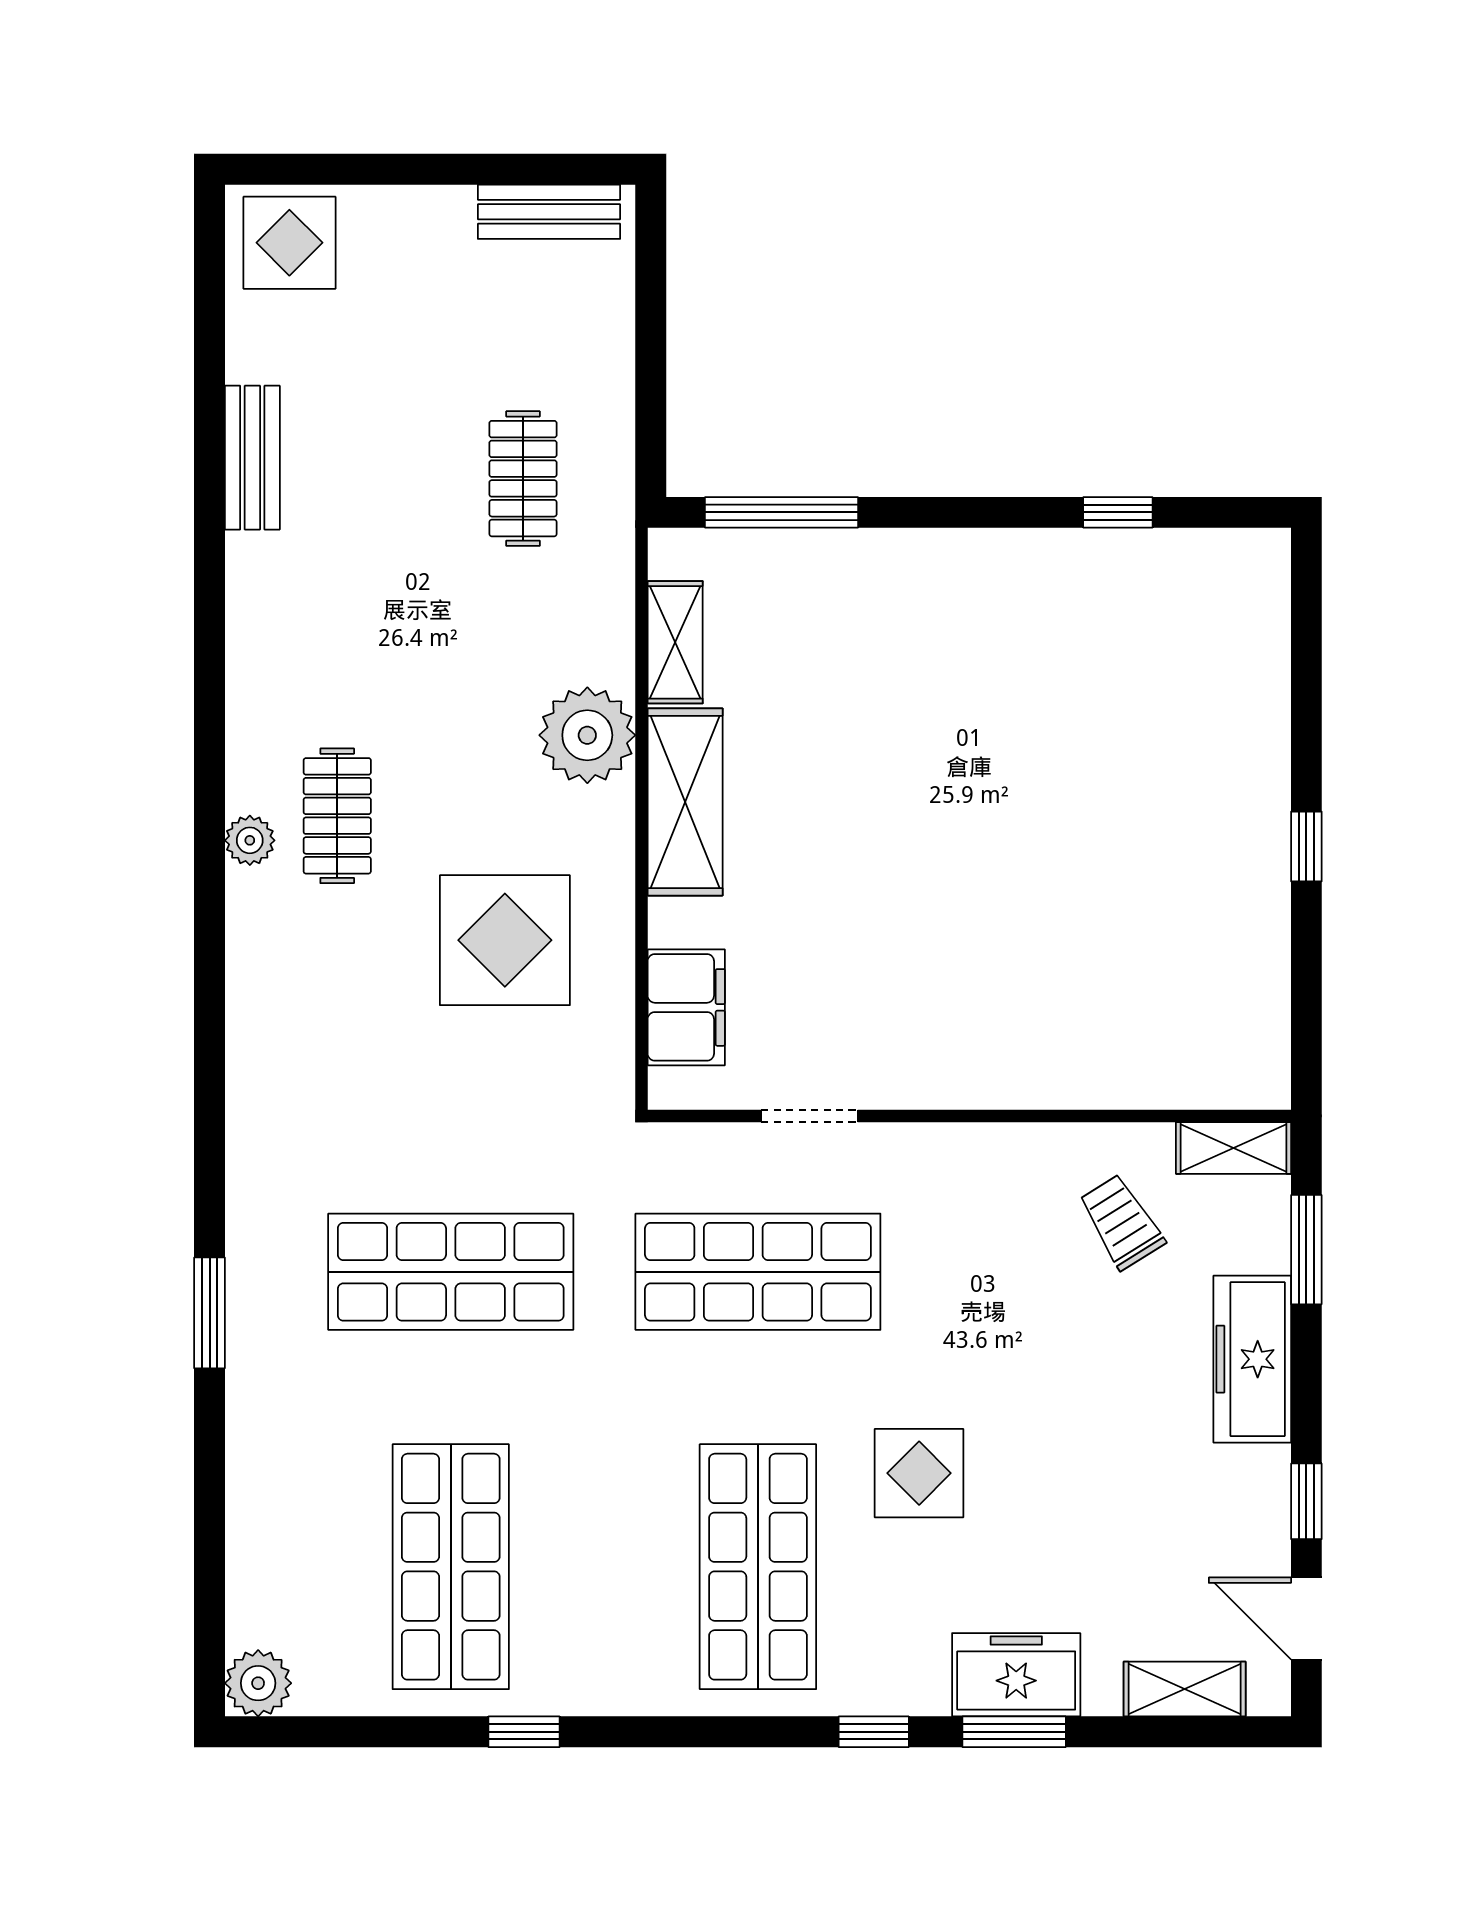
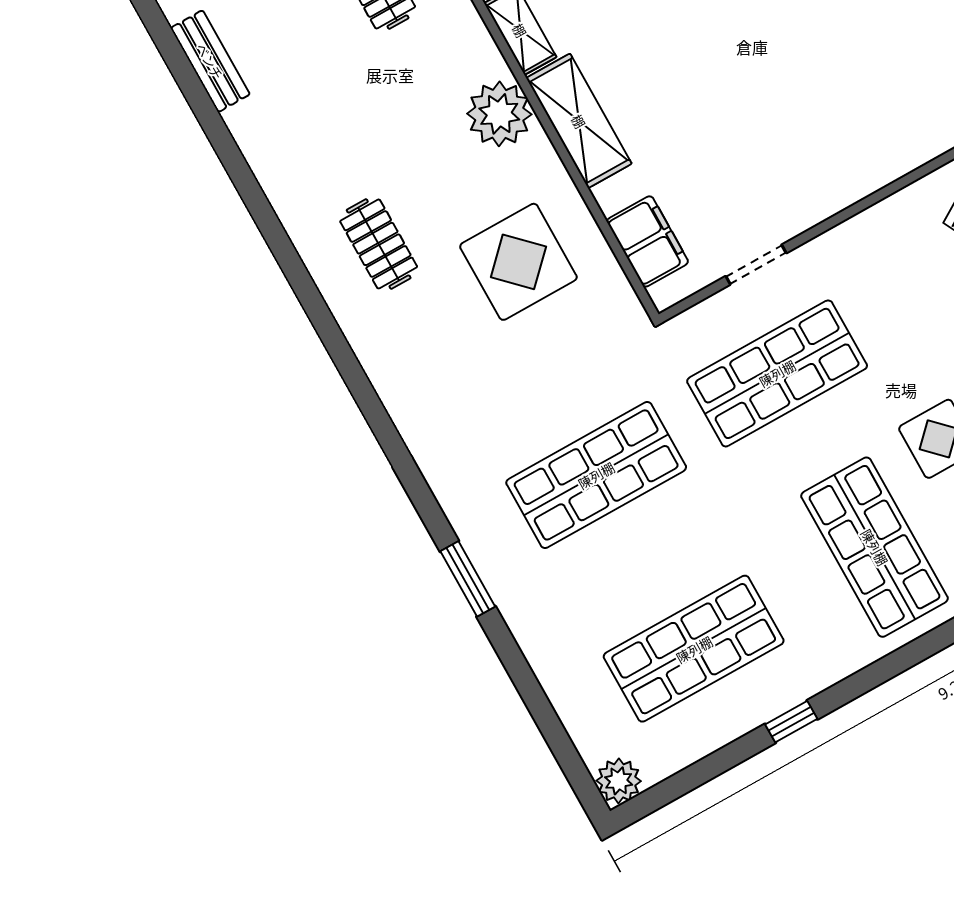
plant: (250, 840) -> (335, 287), removed
shop shelf: (451, 1567) -> (694, 649), turned 90

